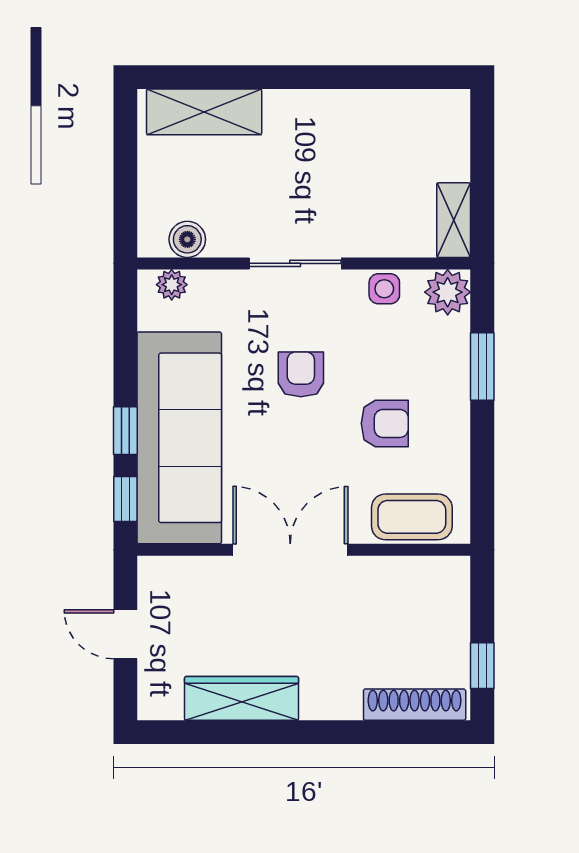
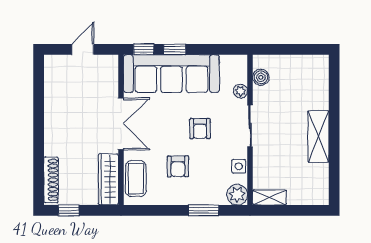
shelving: (204, 112) -> (318, 136), moved
plant: (172, 285) -> (240, 91), moved
armchair: (301, 374) -> (200, 129), turned 90
wardrobe: (242, 698) -> (108, 179), moved, turned 180

